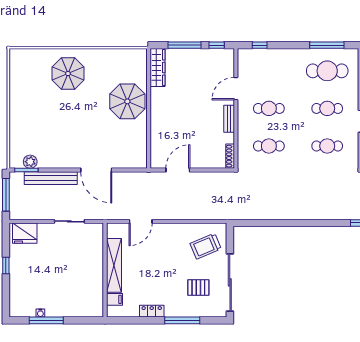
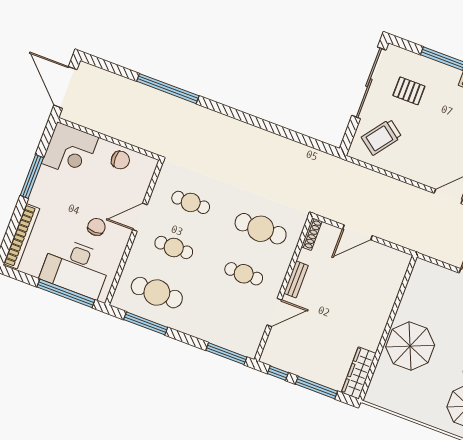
window: (260, 45) -> (226, 354), width x2.17
cafe table: (269, 146) -> (261, 229), width x1.37, depth x1.35
door: (178, 170) -> (357, 232), moved
trolley: (206, 246) -> (382, 137), turned 150

